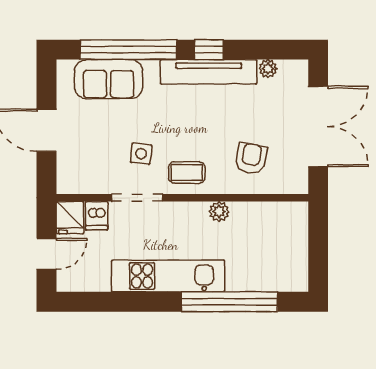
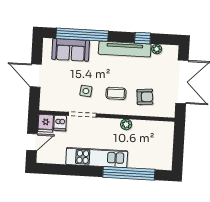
window: (209, 50) -> (143, 38), moved
armchair: (251, 158) -> (145, 97), turned 74
coffee table: (187, 173) -> (116, 93), moved

